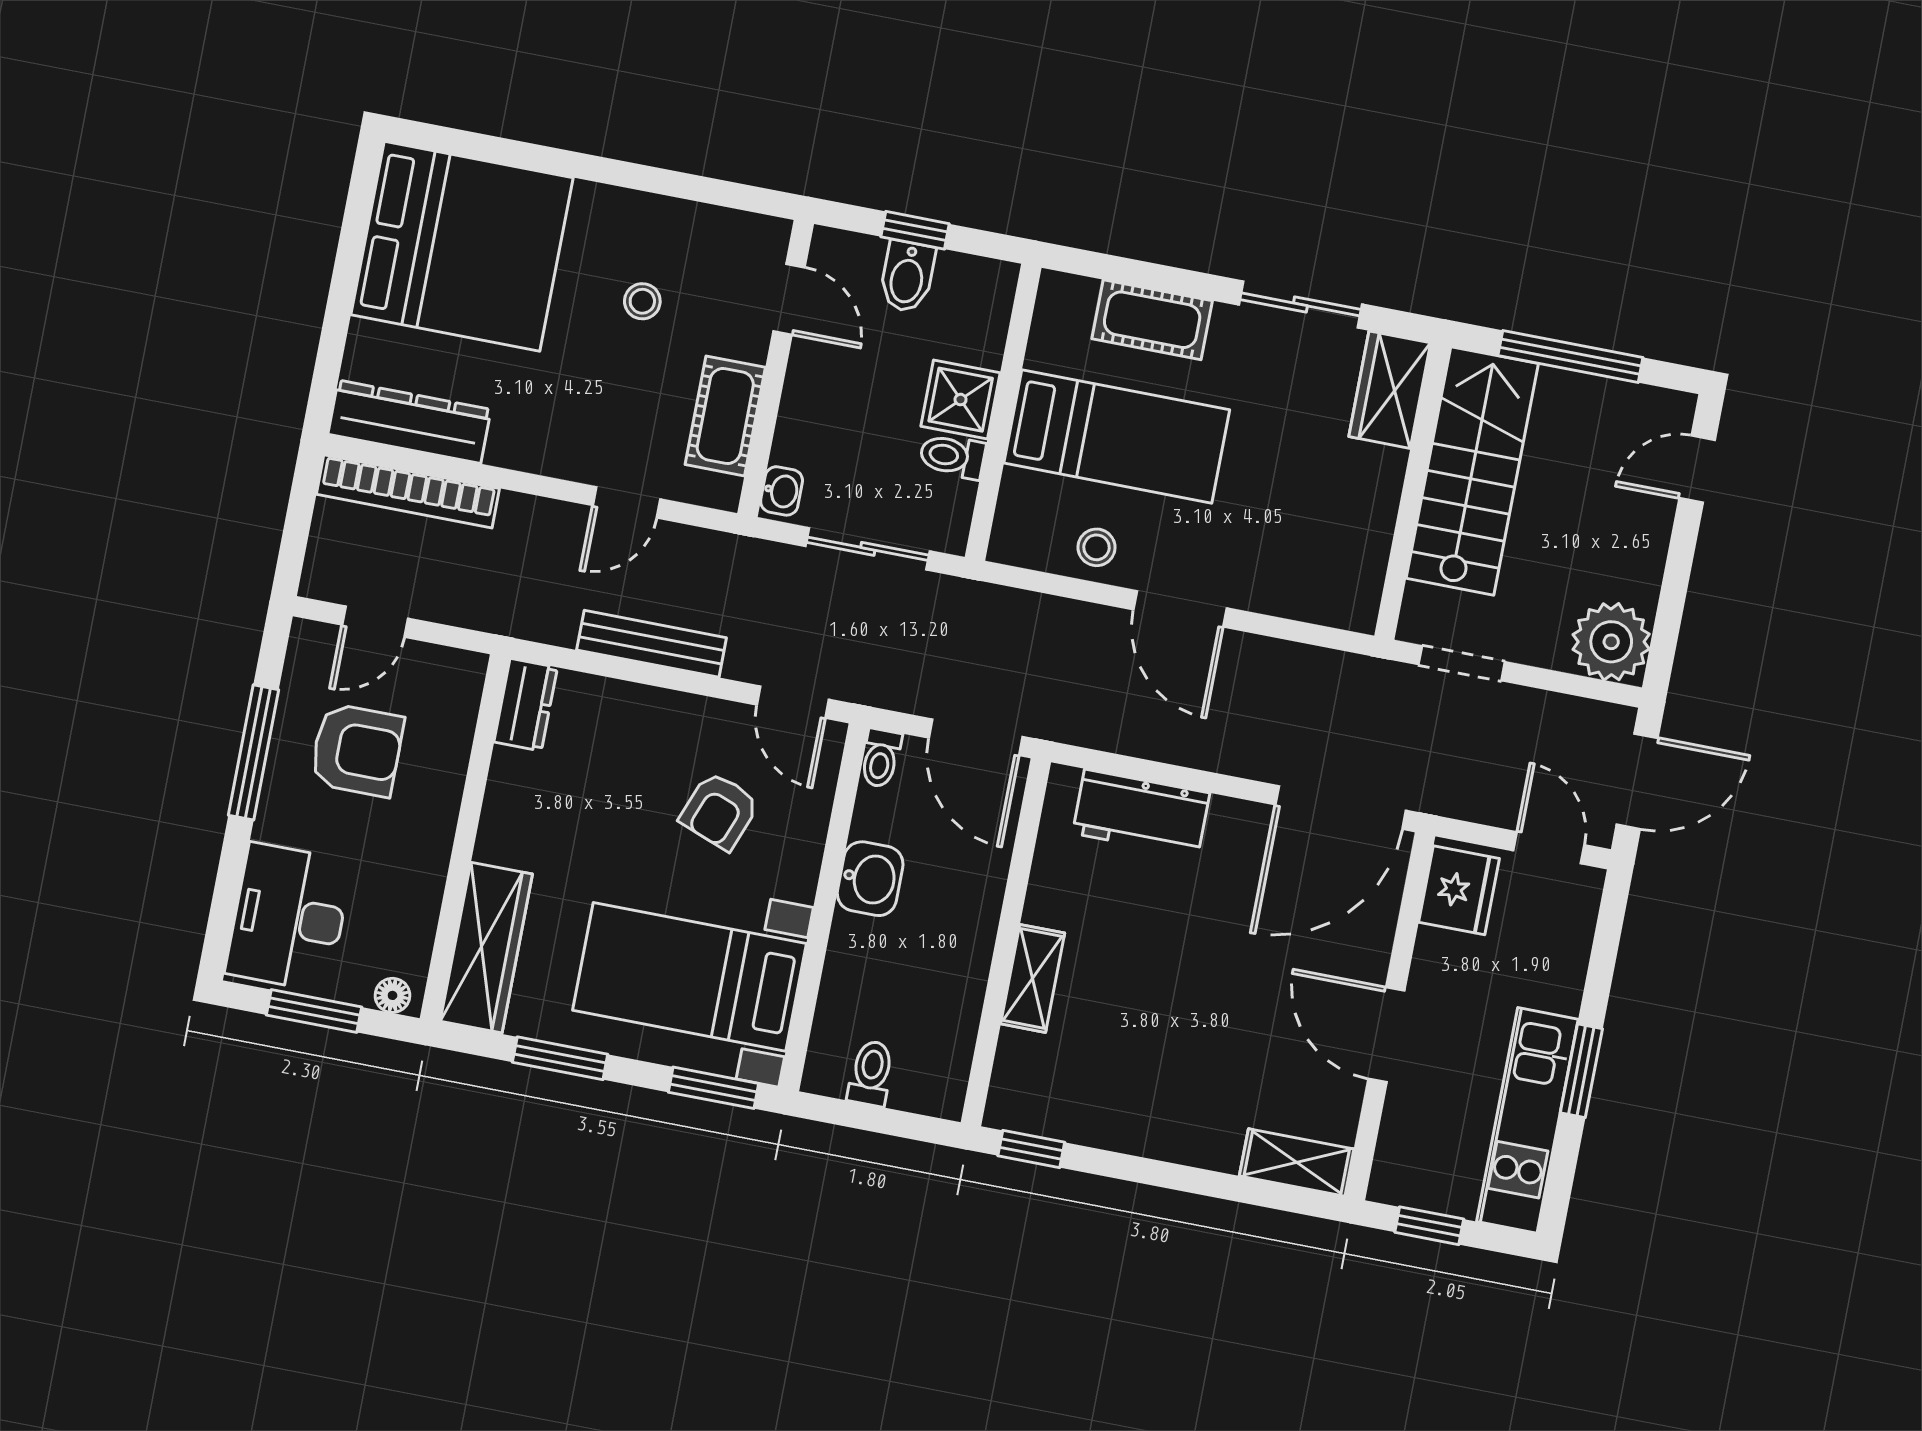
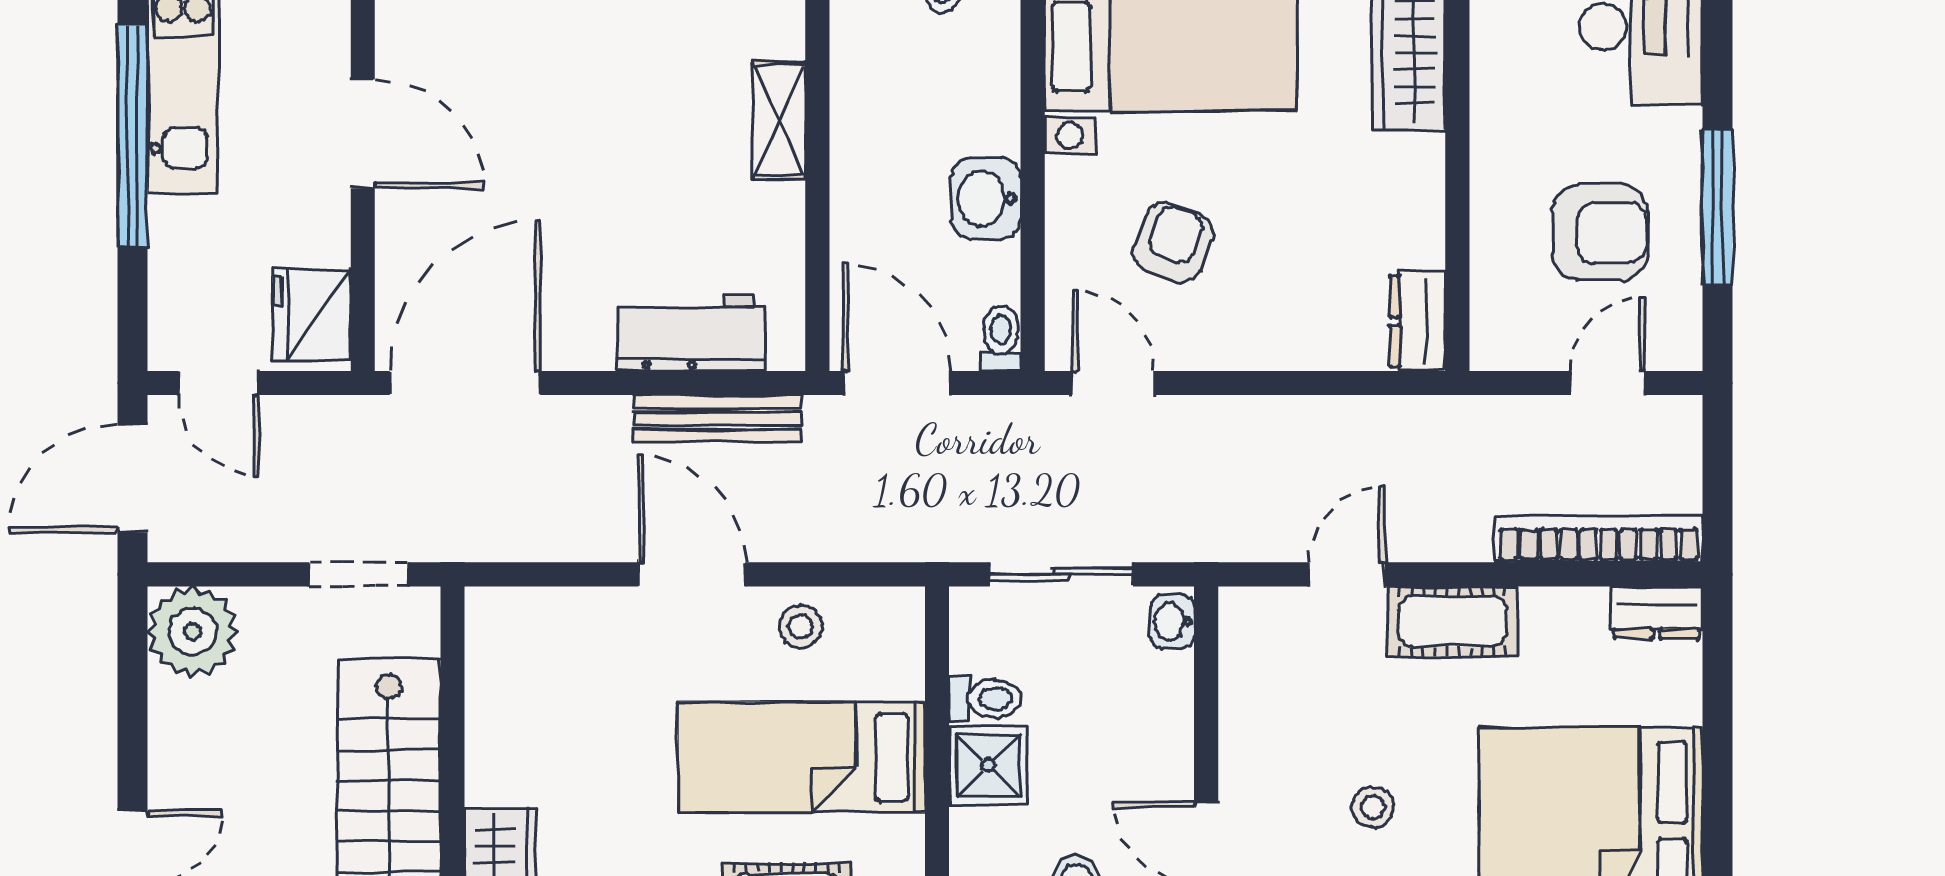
cot: (725, 416) -> (1453, 621), moved, turned 90
dresser: (409, 422) -> (1657, 612), width x0.51, depth x0.80
bench: (652, 644) -> (717, 418), moved
armchair: (357, 750) -> (1600, 233), turned 180
window: (1581, 1071) -> (132, 136), width x2.11

